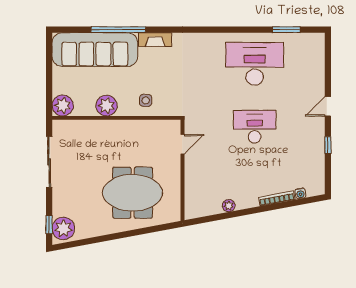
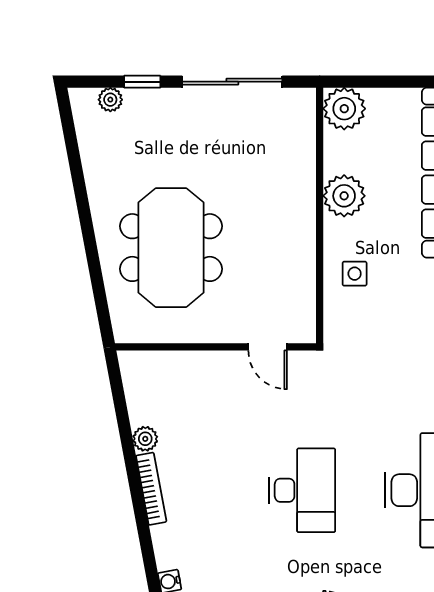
bookcase: (277, 198) -> (151, 489), moved
window: (49, 225) -> (142, 82), moved
plant: (63, 228) -> (110, 100), width x0.53, depth x0.53

